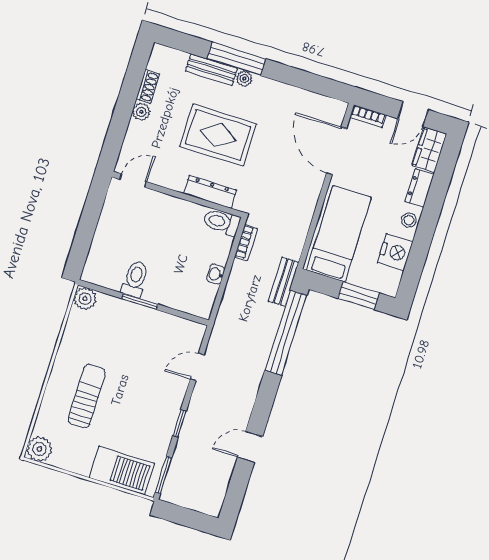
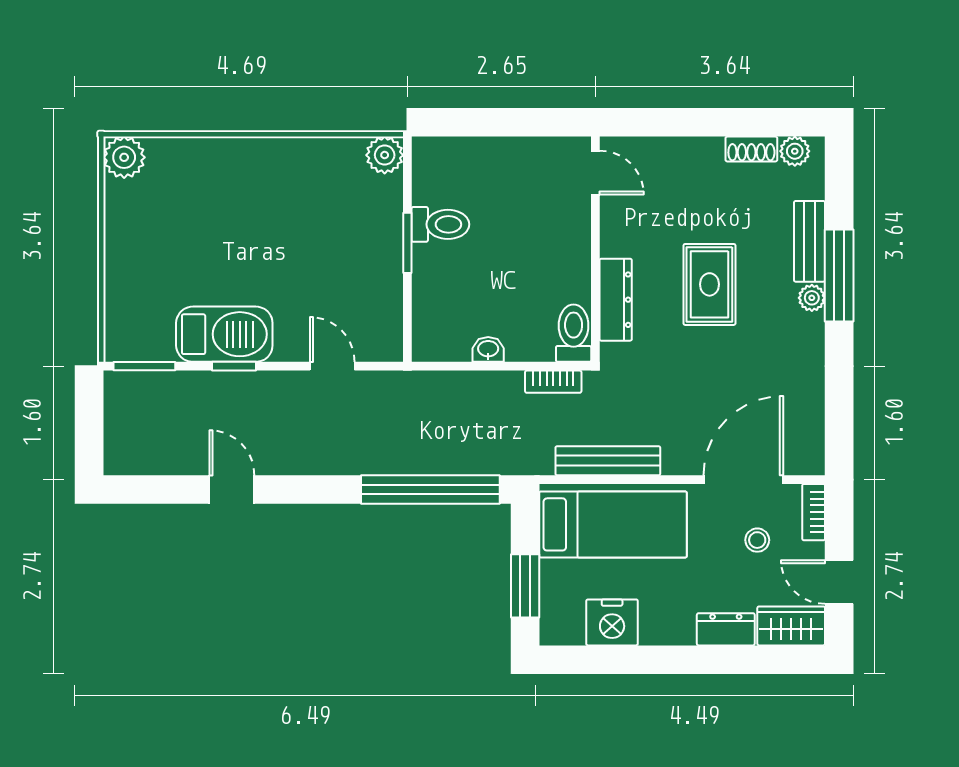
plant: (141, 112) -> (795, 151), moved
rug: (218, 135) -> (709, 284), width x0.73, depth x0.70
stool: (409, 220) -> (757, 540), moved
bench: (284, 282) -> (608, 461), moved, width x1.36
sun lounger: (87, 396) -> (231, 206), removed
barbecue: (122, 470) -> (224, 334), moved, turned -90

